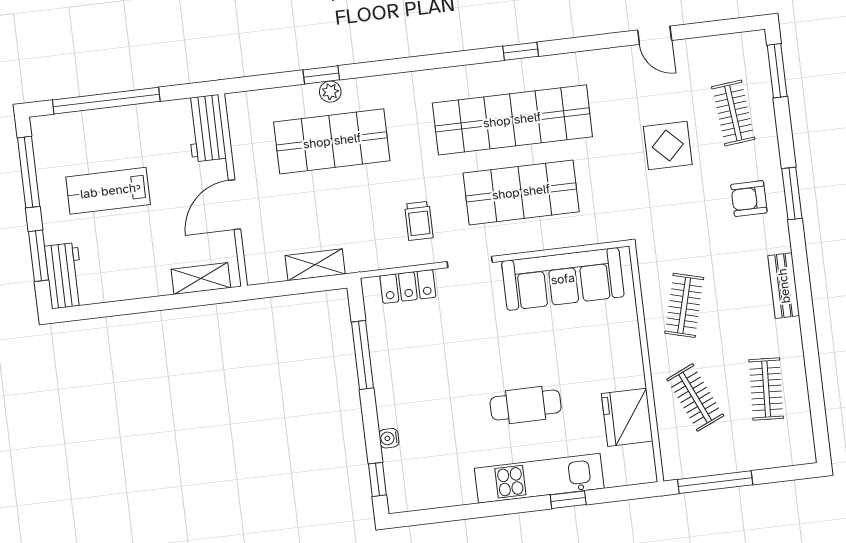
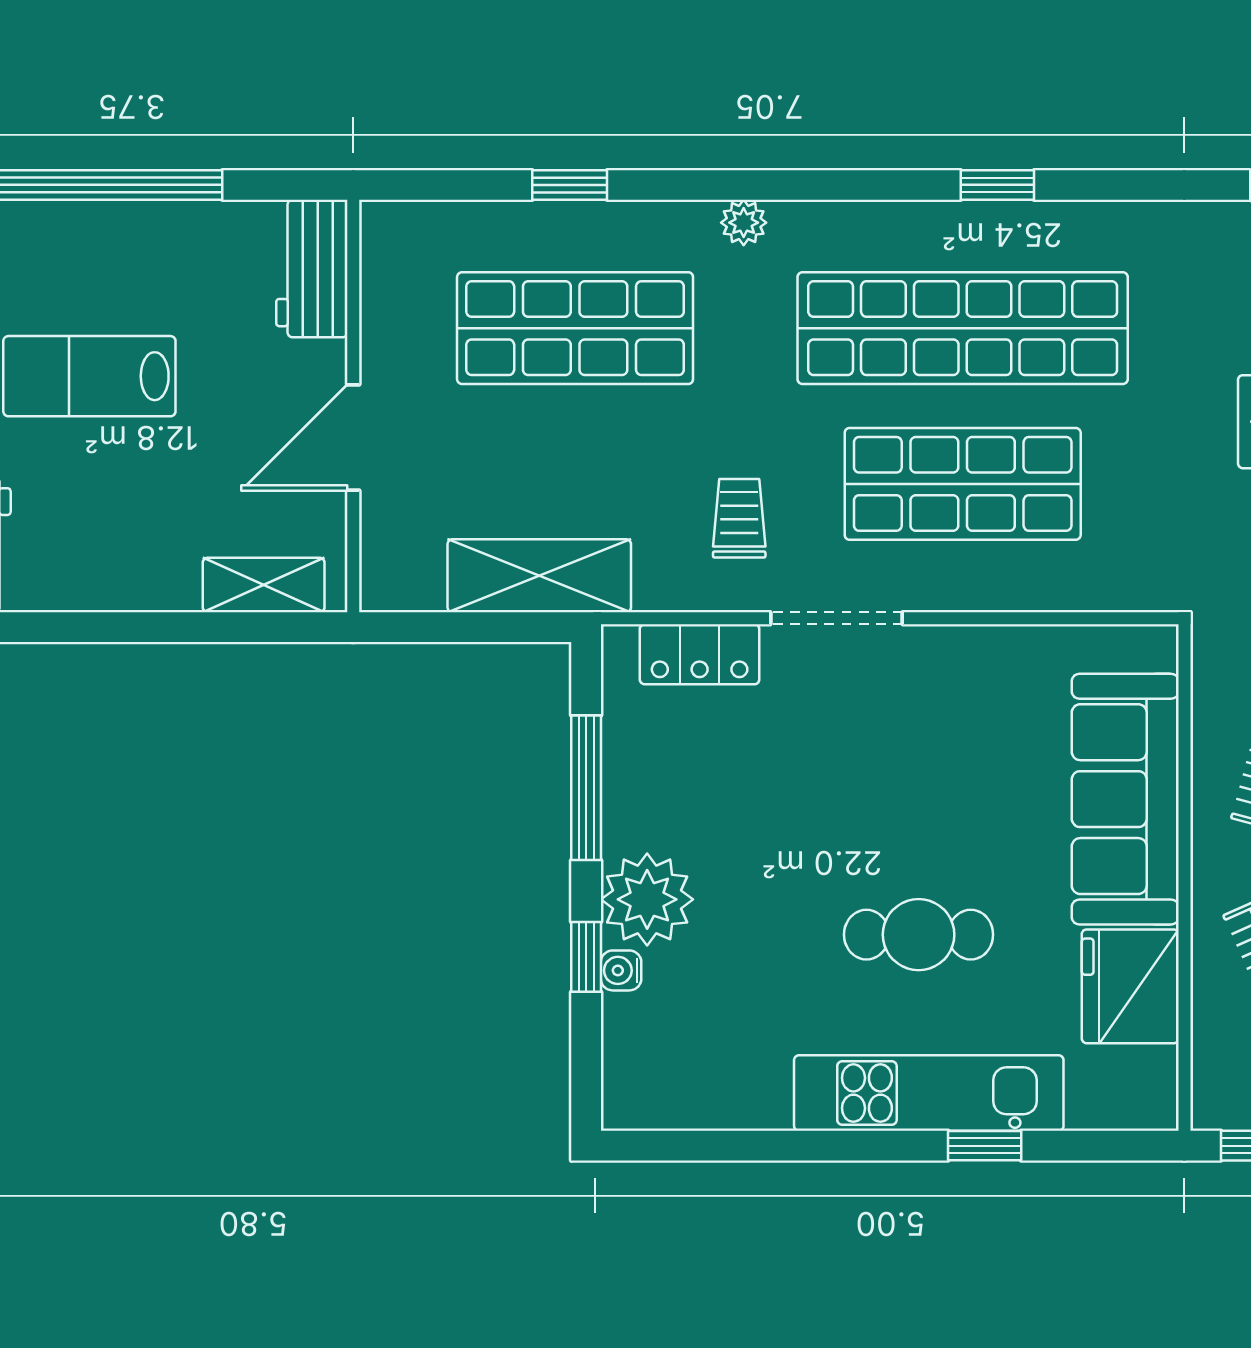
plant: (330, 92) -> (744, 223), moved
trolley: (419, 221) -> (739, 518), turned 180
doorway: (470, 262) -> (837, 618), width x1.38
shelving: (315, 265) -> (539, 576), width x1.50, depth x1.33
sofa: (563, 279) -> (1125, 799), moved, turned 90
plant: (397, 404) -> (647, 899), added
window: (377, 479) -> (586, 957), moved

